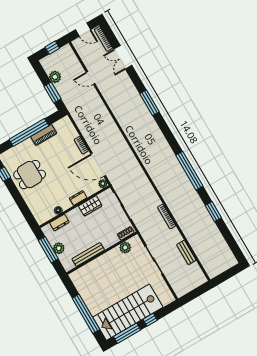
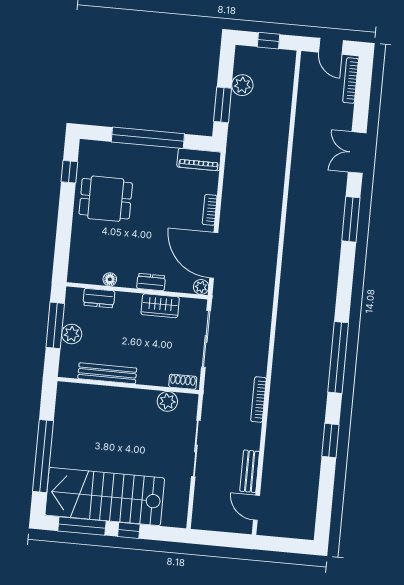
double door: (123, 57) -> (357, 153), moved
door: (91, 78) -> (257, 508), moved
piano: (44, 135) -> (199, 160), moved

